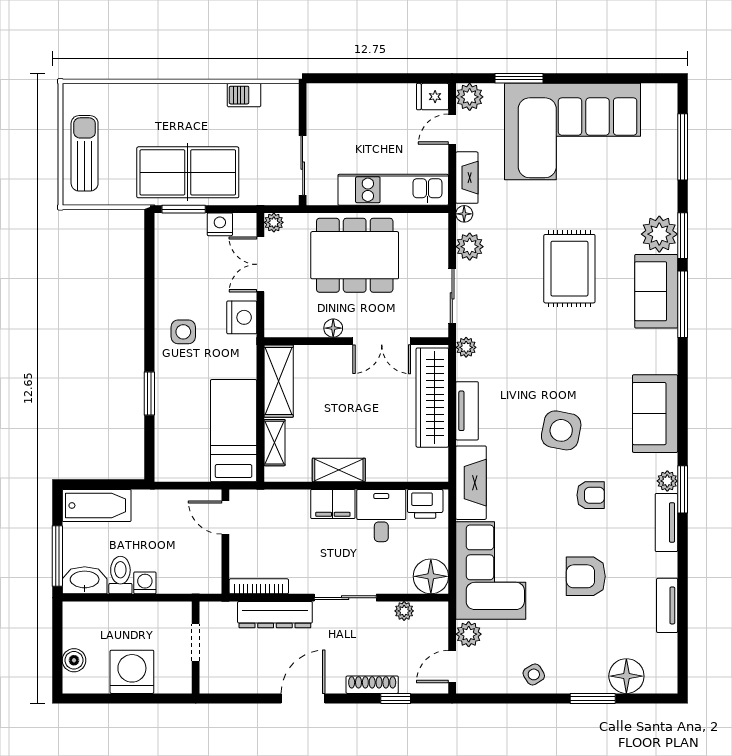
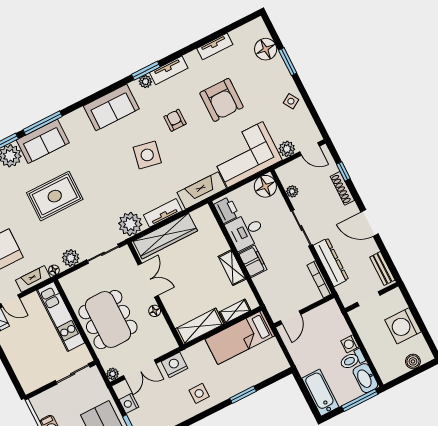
plant: (466, 347) -> (130, 224), width x1.87, depth x1.87
armchair: (586, 576) -> (222, 100), width x1.36, depth x1.36
bench: (229, 684) -> (382, 269), added

